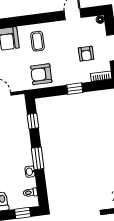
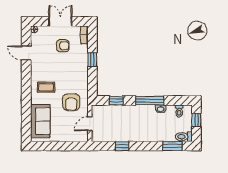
armchair: (41, 74) -> (71, 102), moved
window: (38, 158) -> (150, 101), width x1.44

